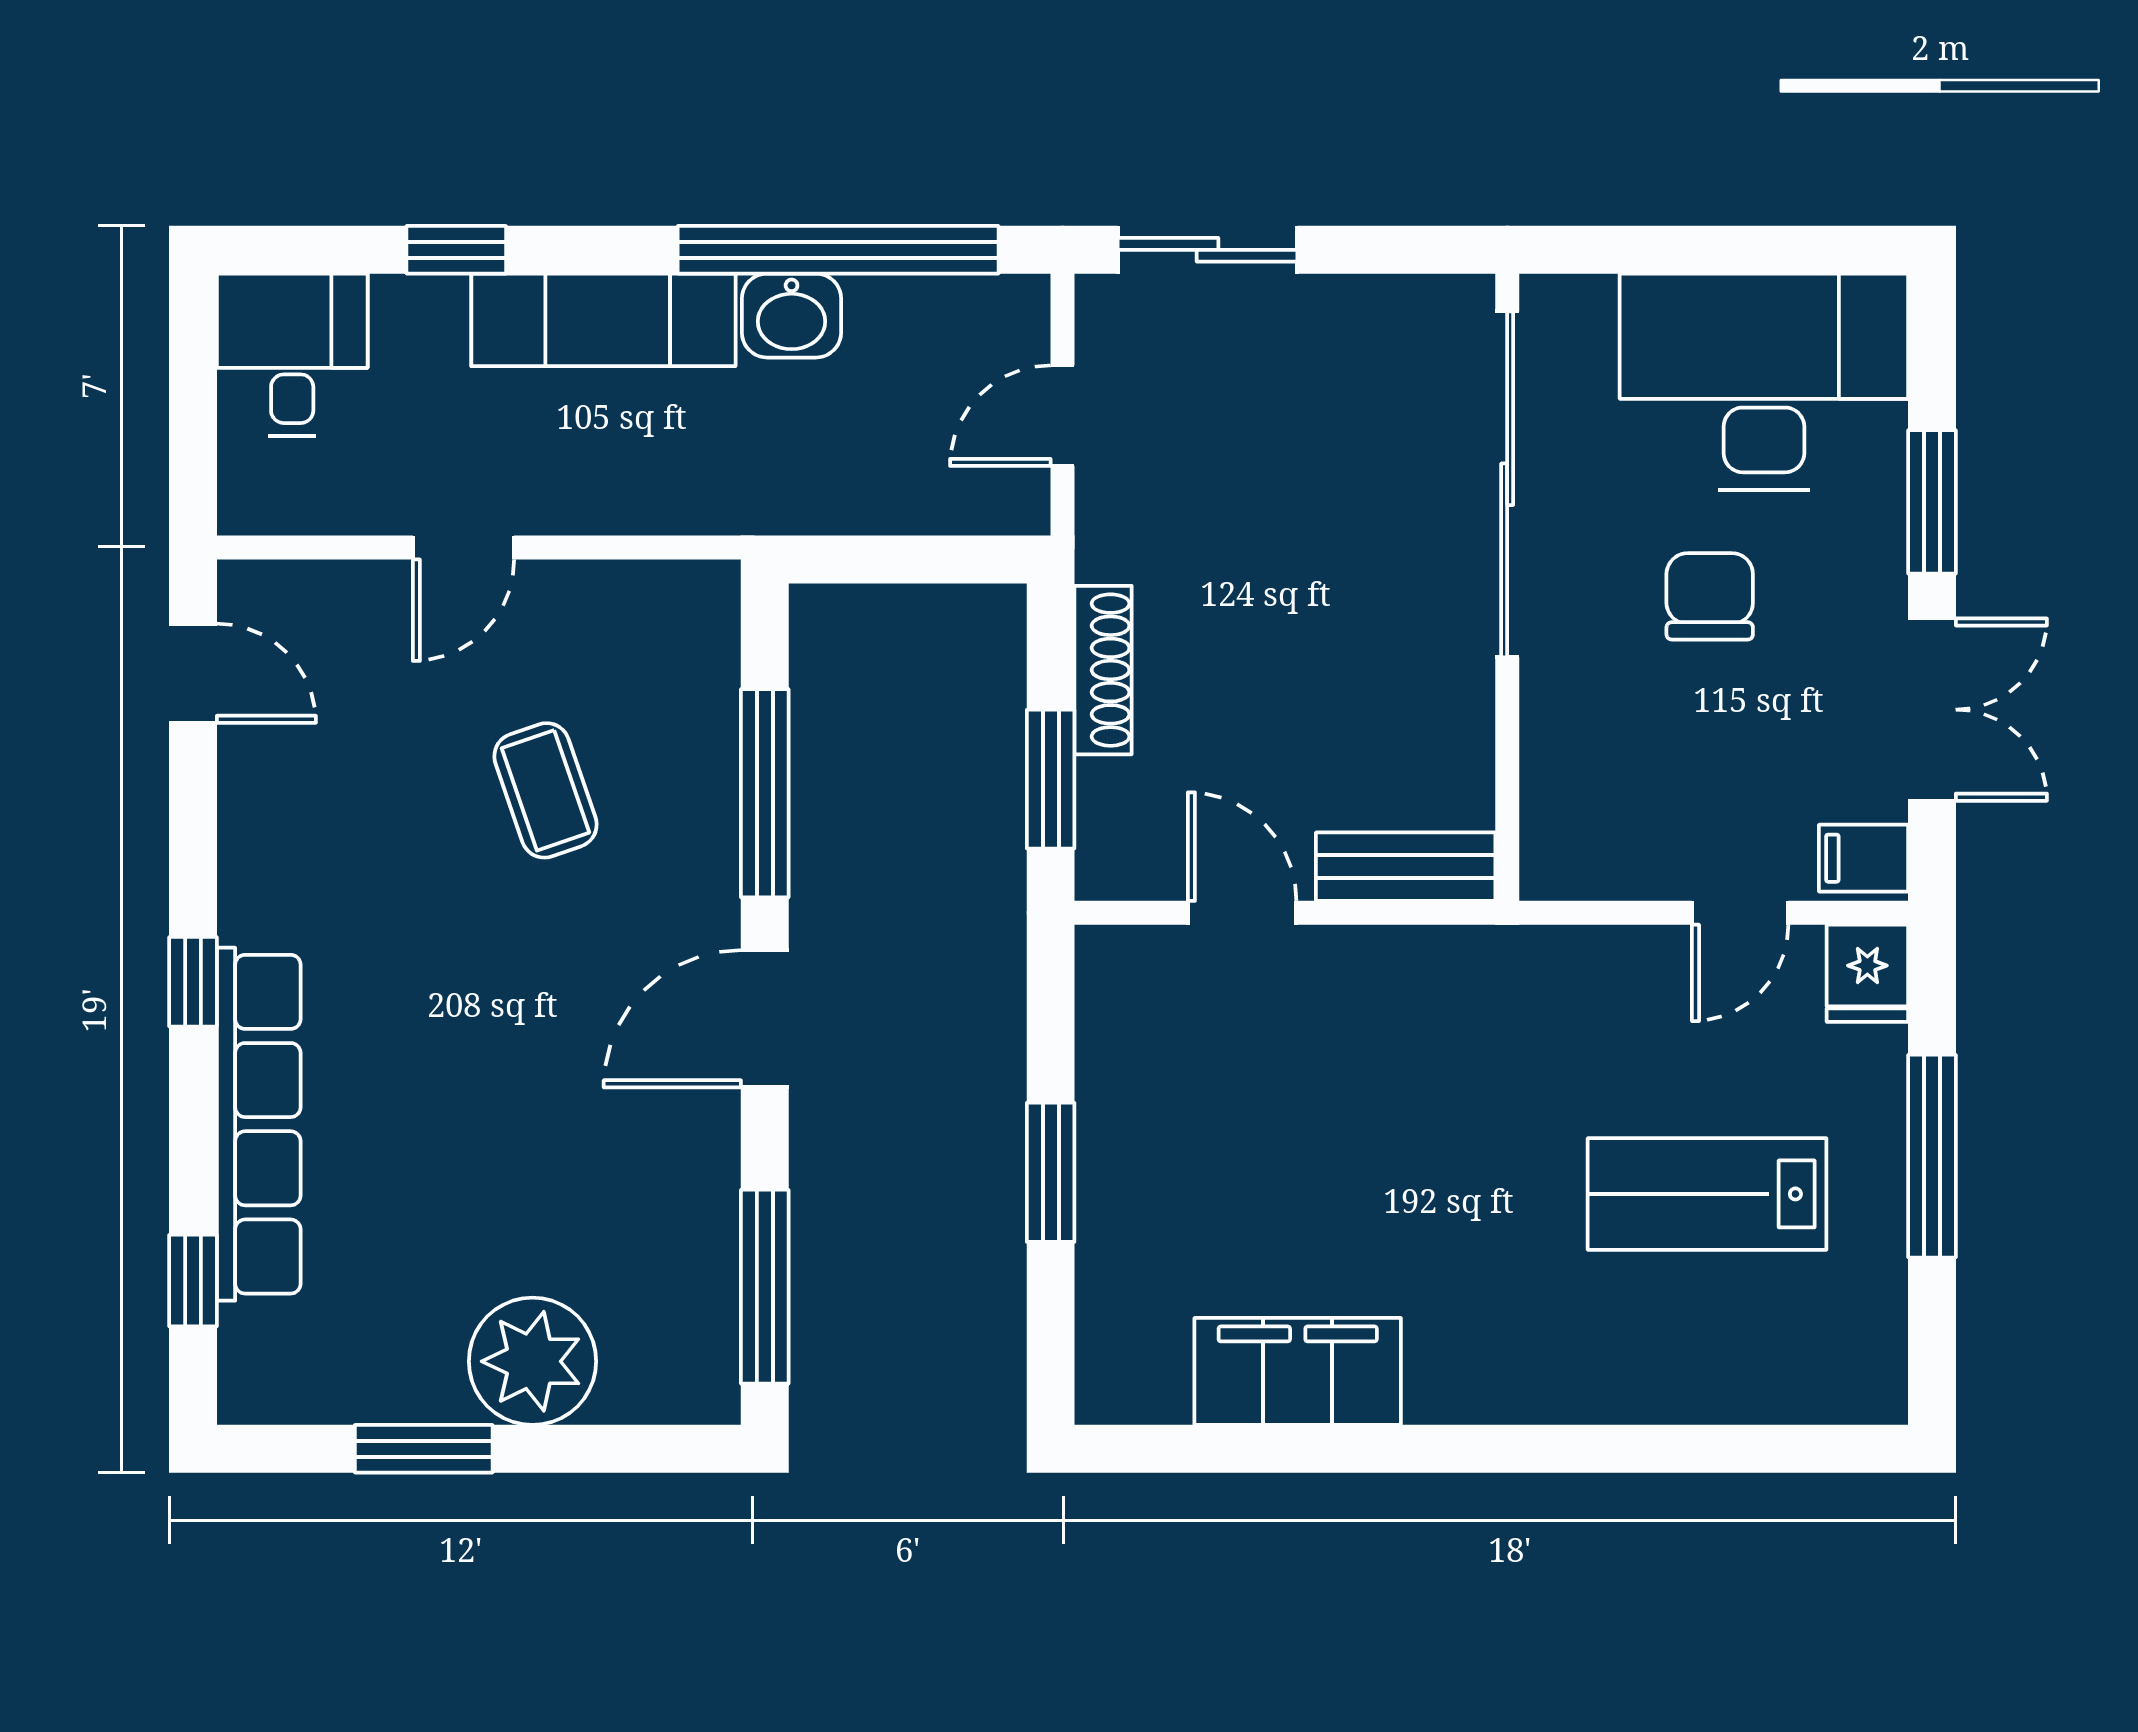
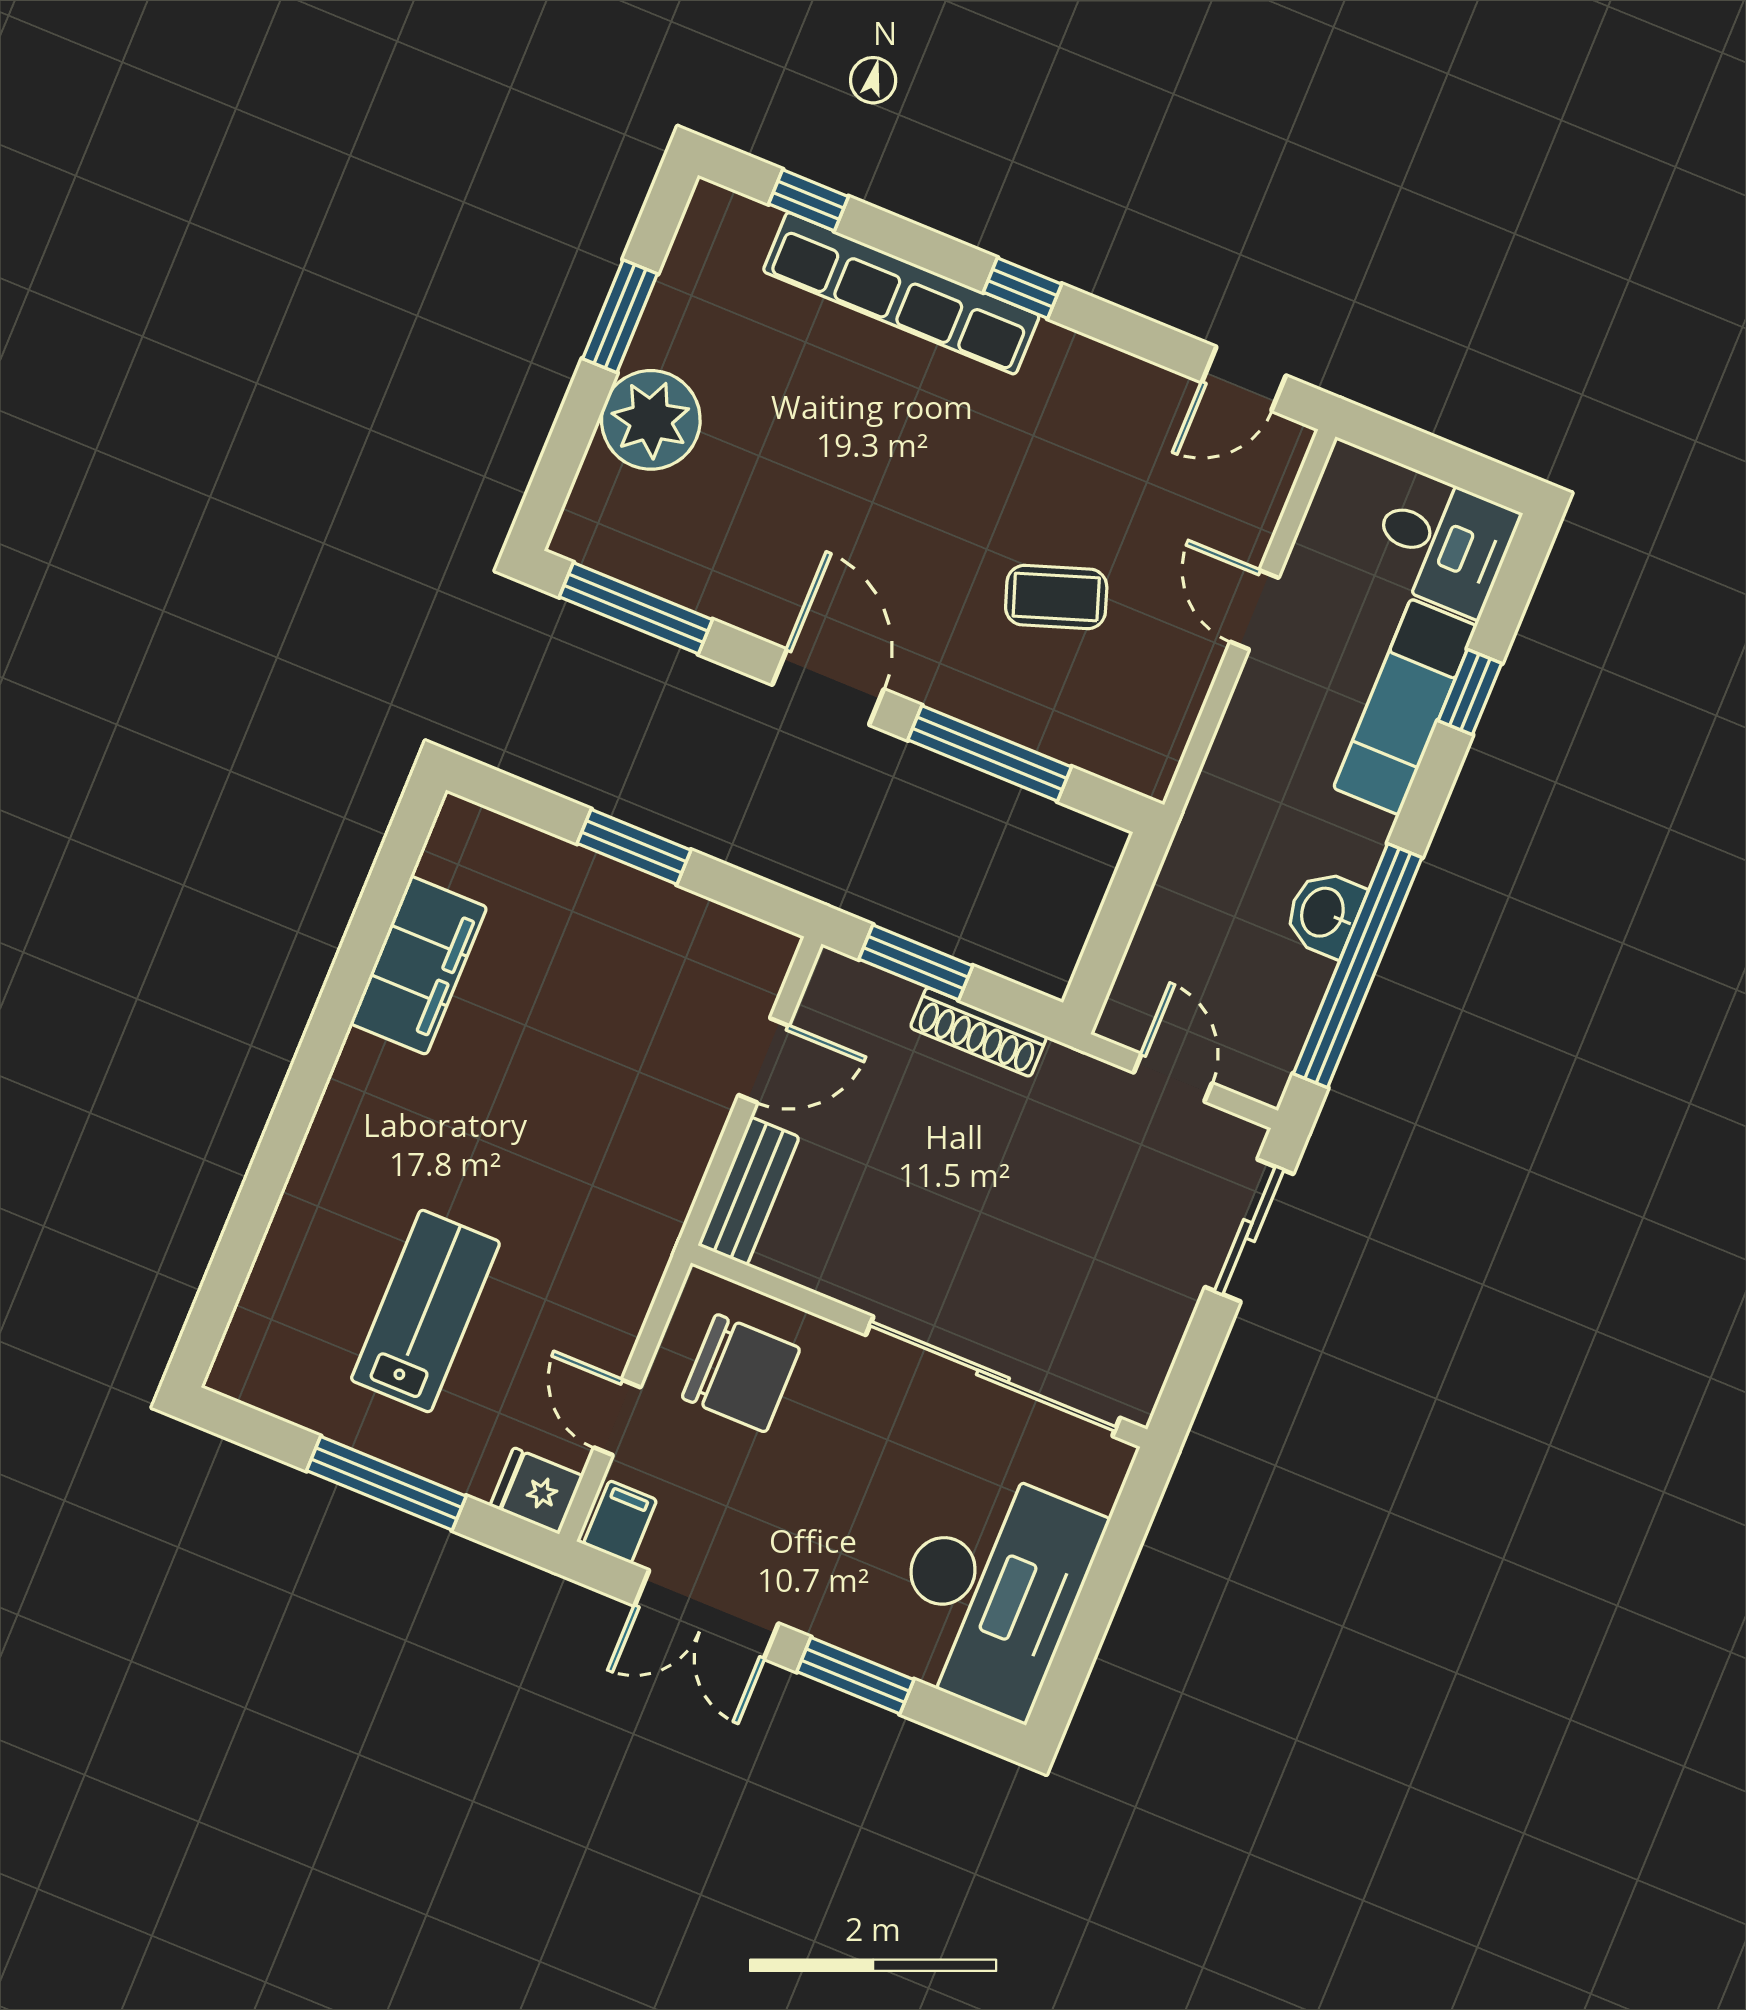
exam couch: (603, 320) -> (1405, 707), moved
chair: (1710, 596) -> (741, 1373), moved, width x1.37, depth x1.37

